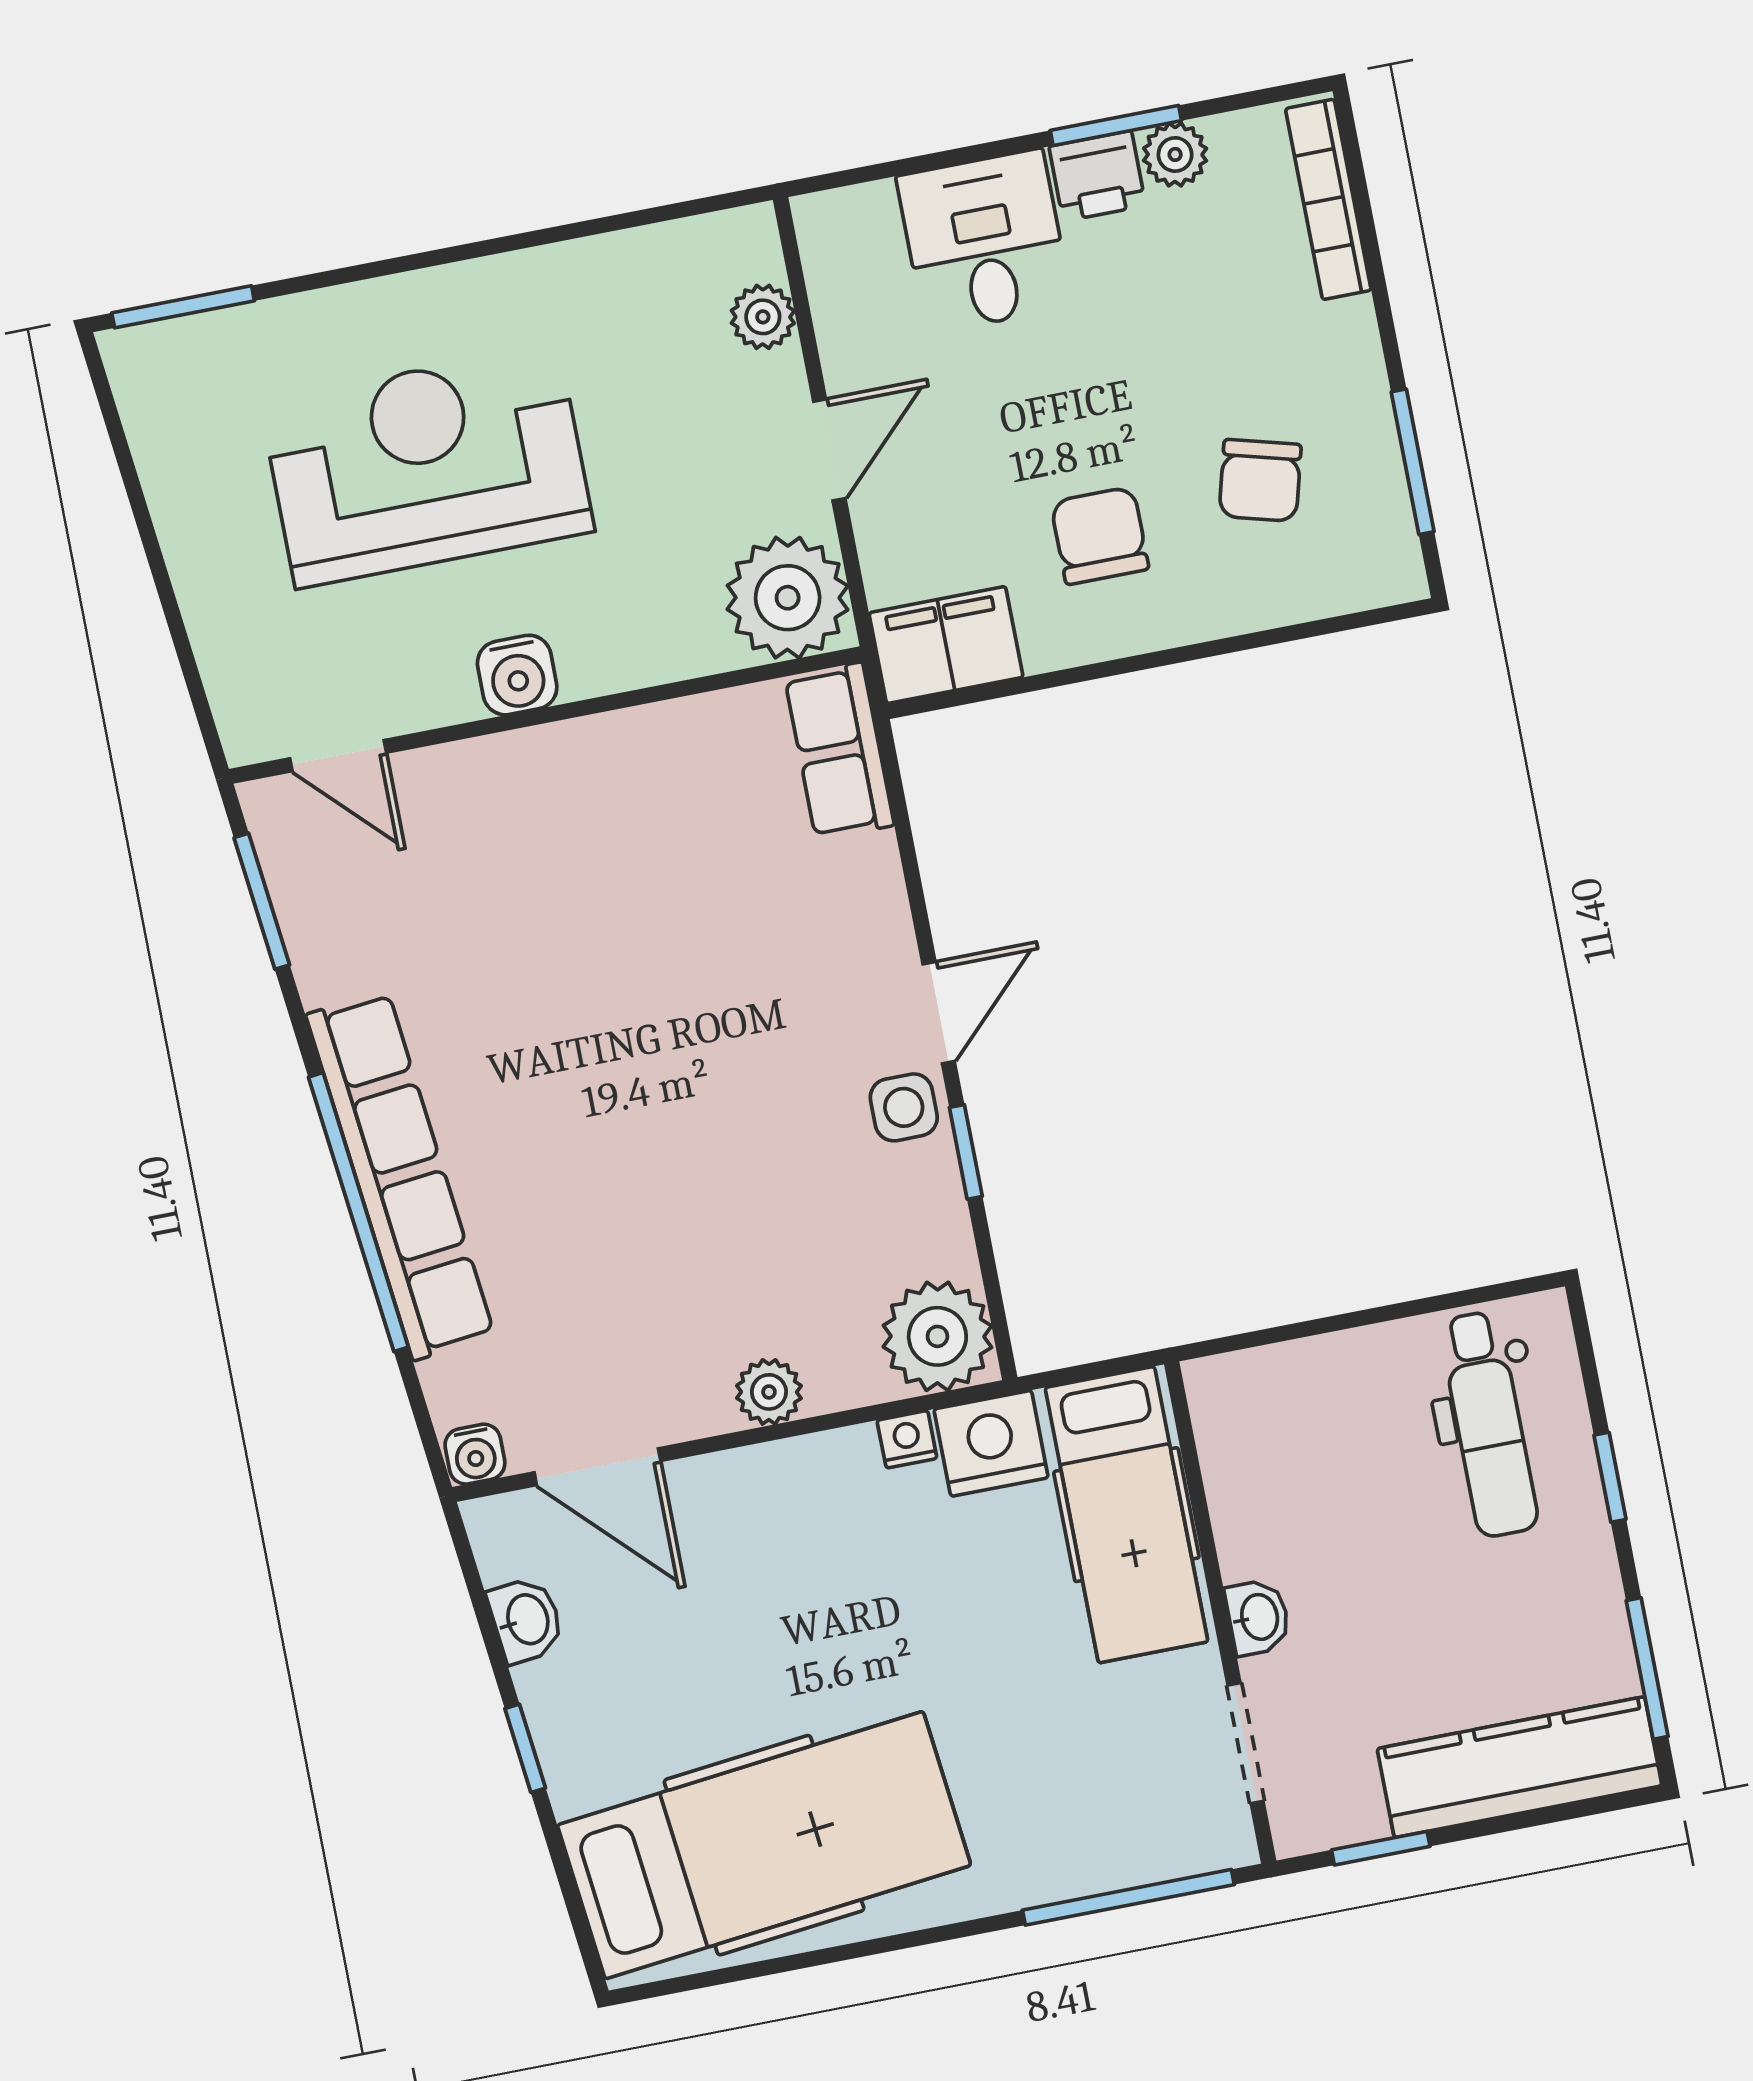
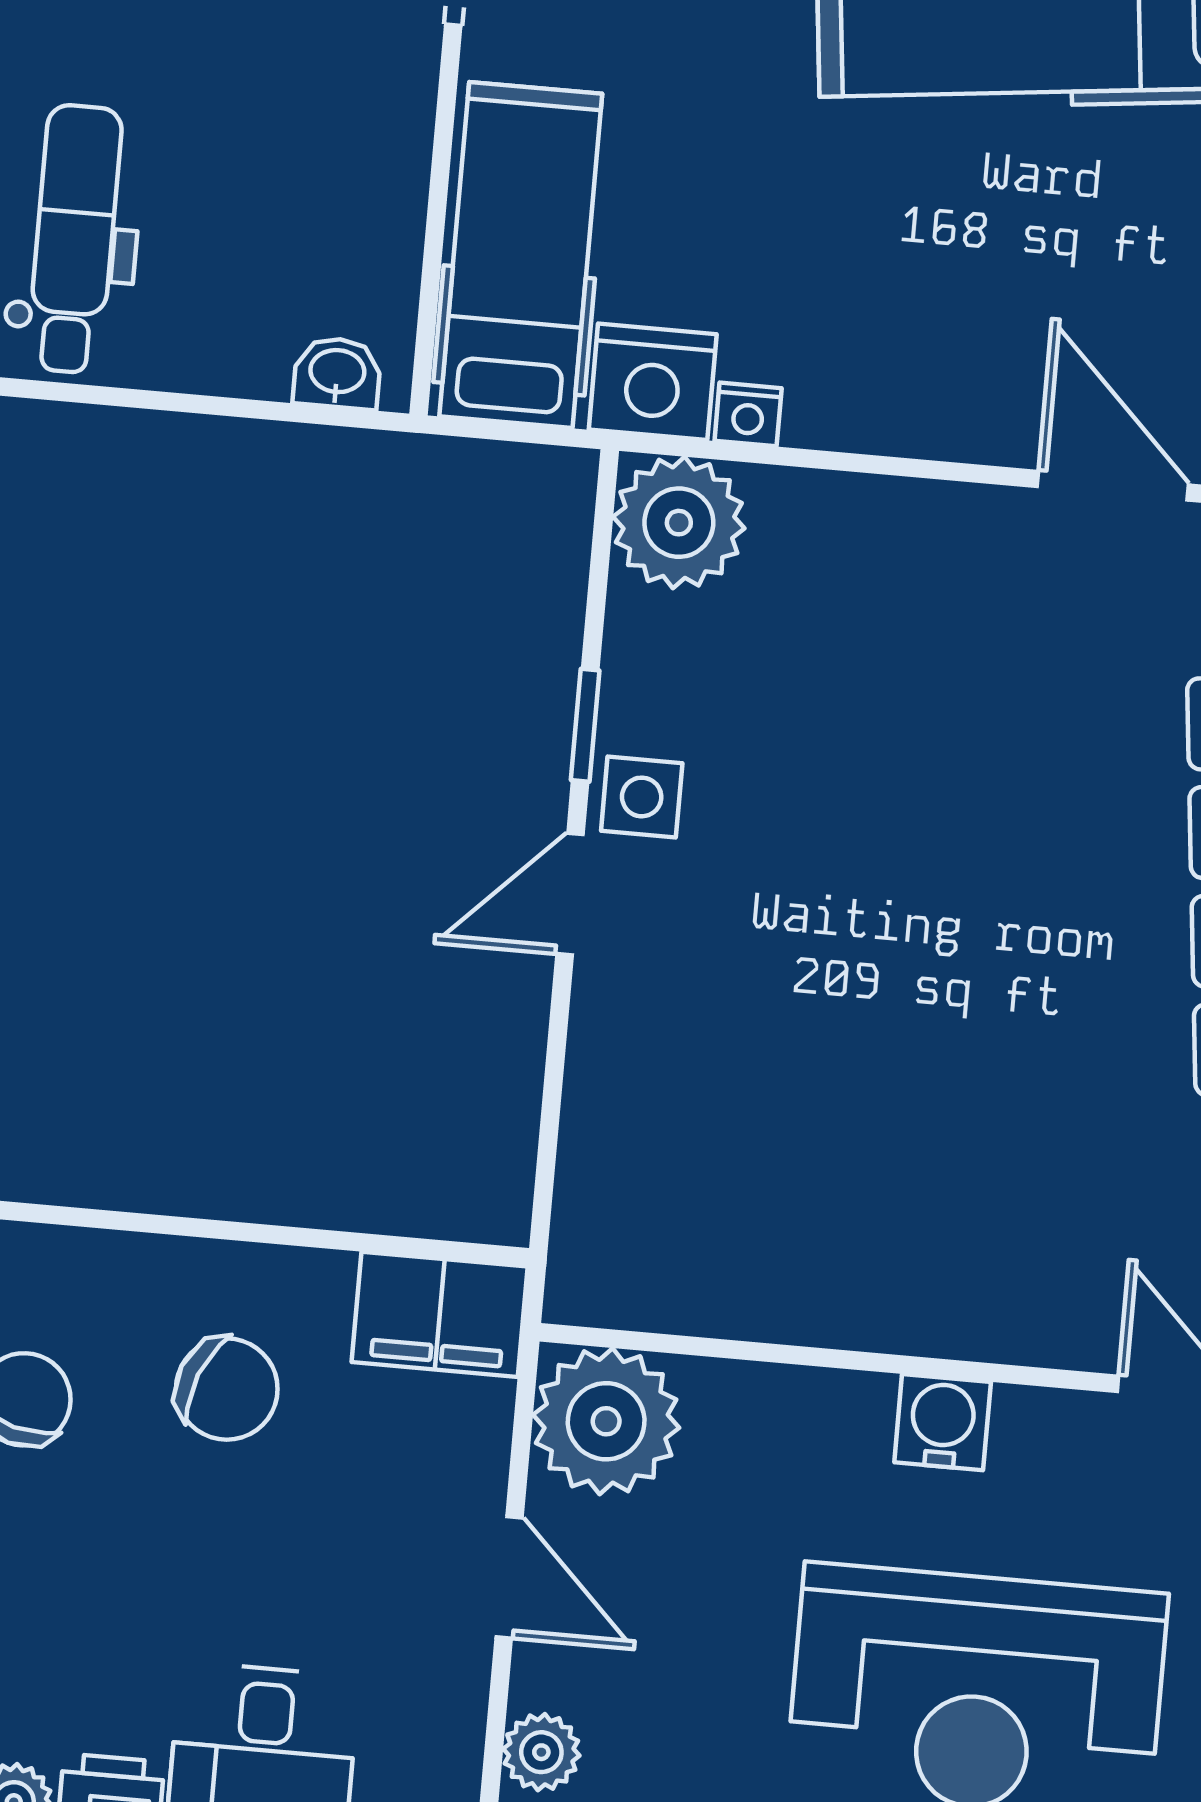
door: (829, 450) -> (509, 1577), swing flipped
chair: (1100, 536) -> (227, 1389), turned -68
row of seats: (839, 751) -> (597, 1228), removed
plant: (769, 1392) -> (891, 515), removed
washbasin: (1258, 1617) -> (337, 373), moved, turned 90

